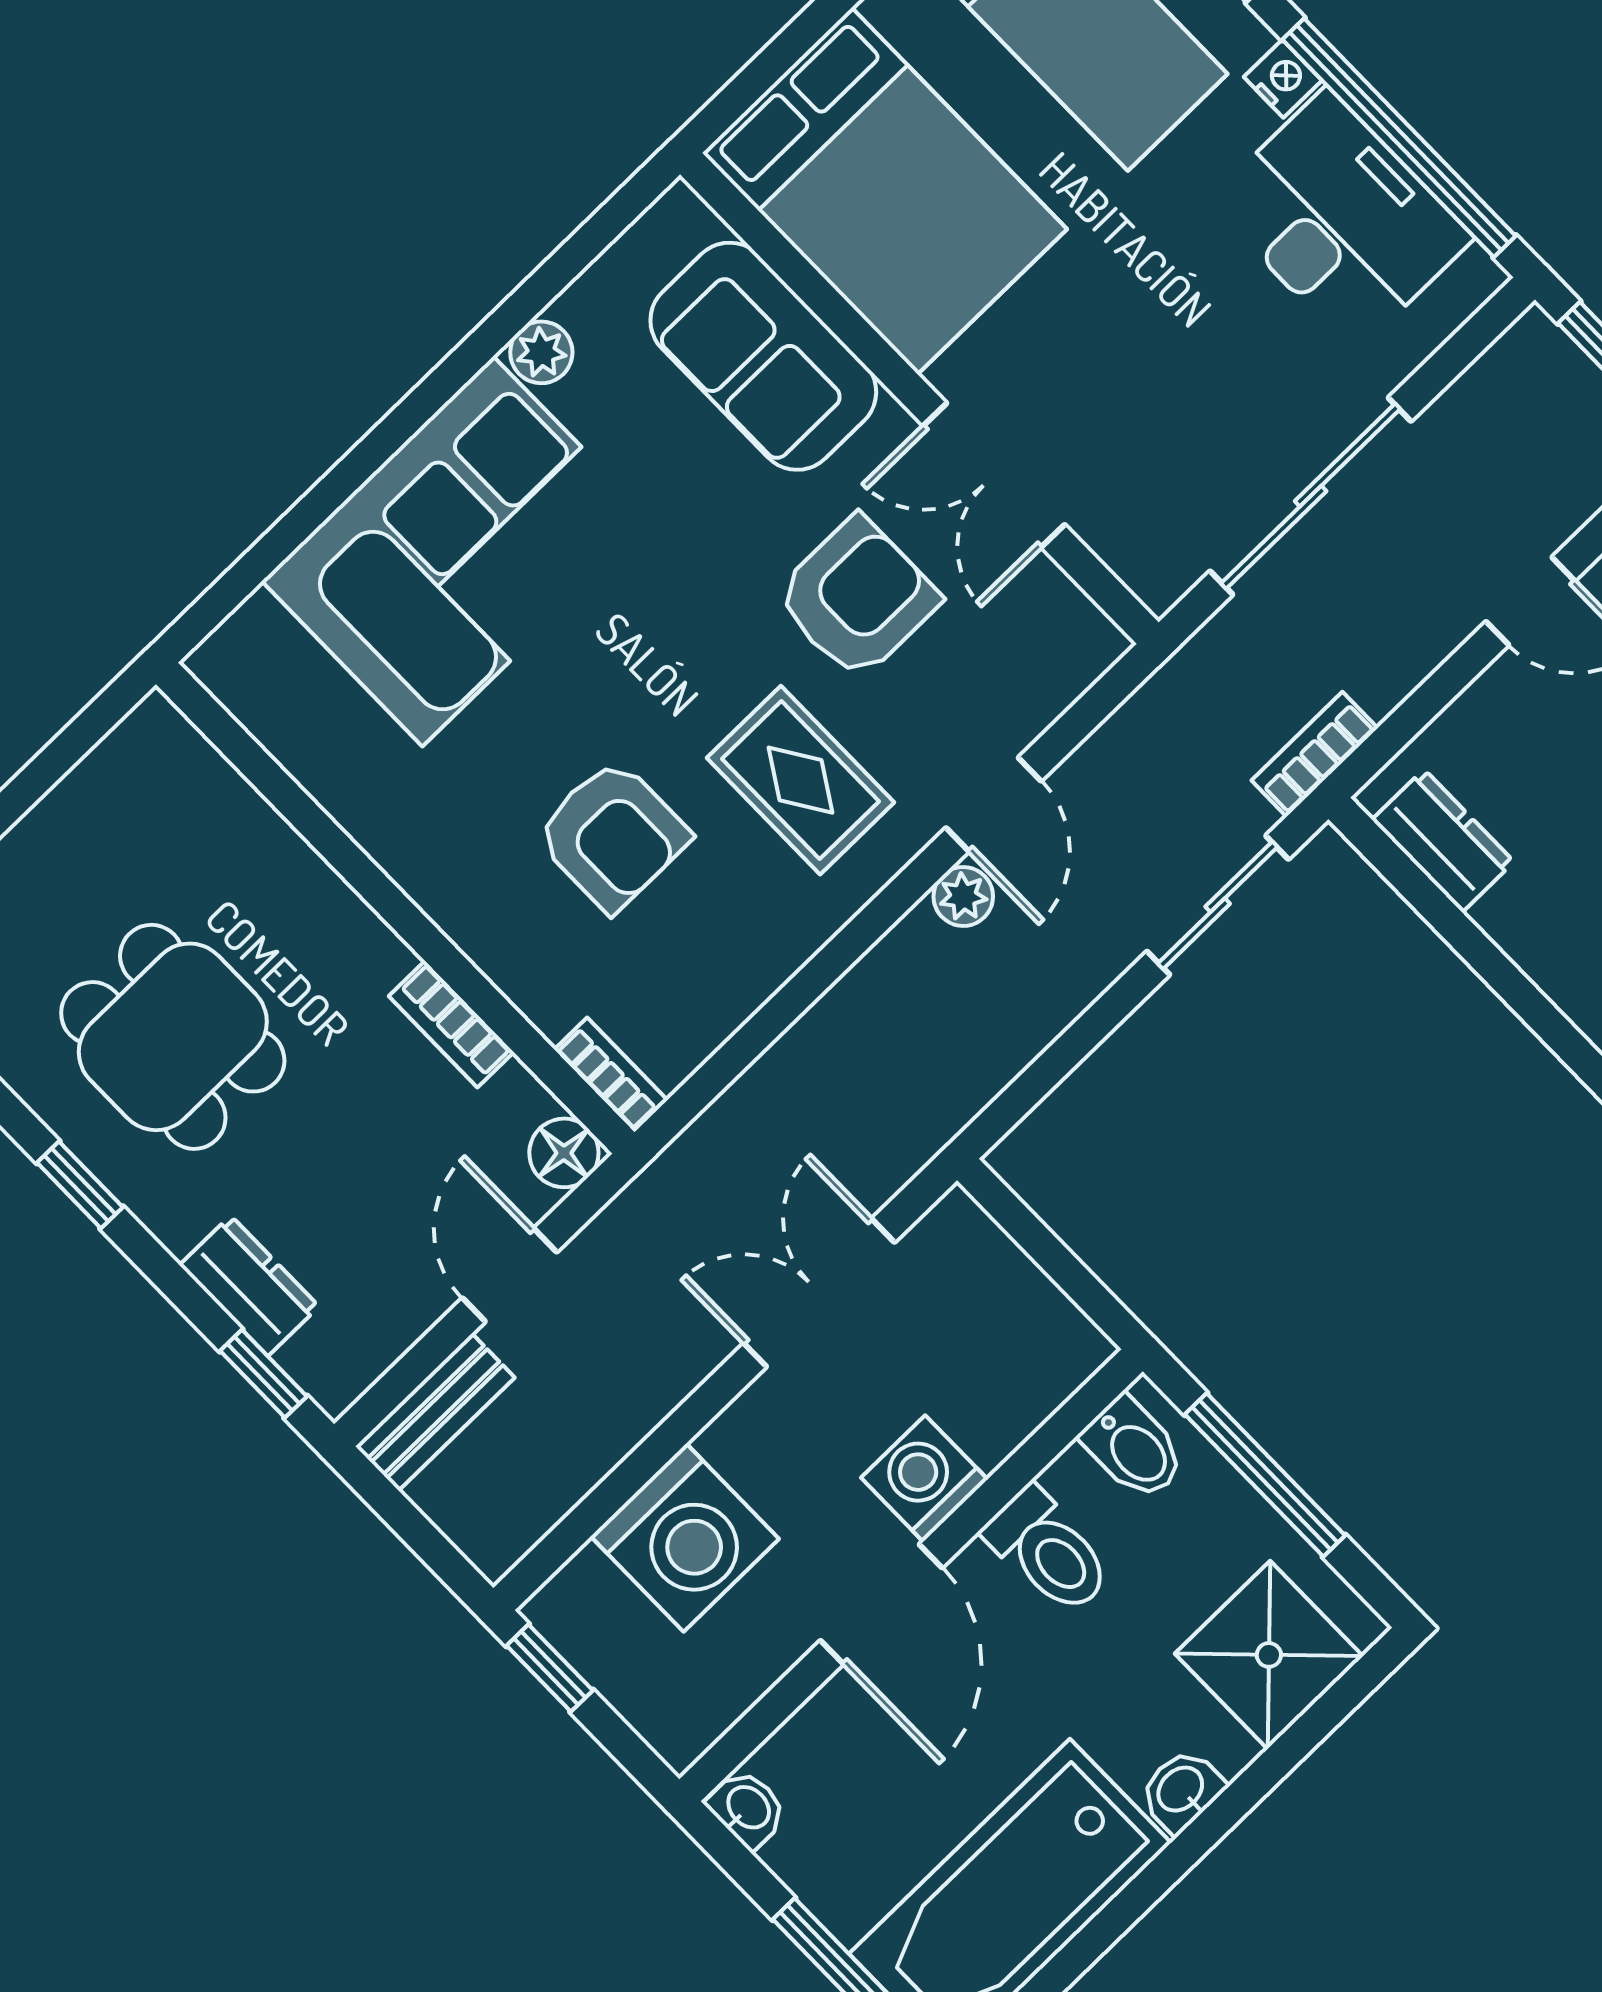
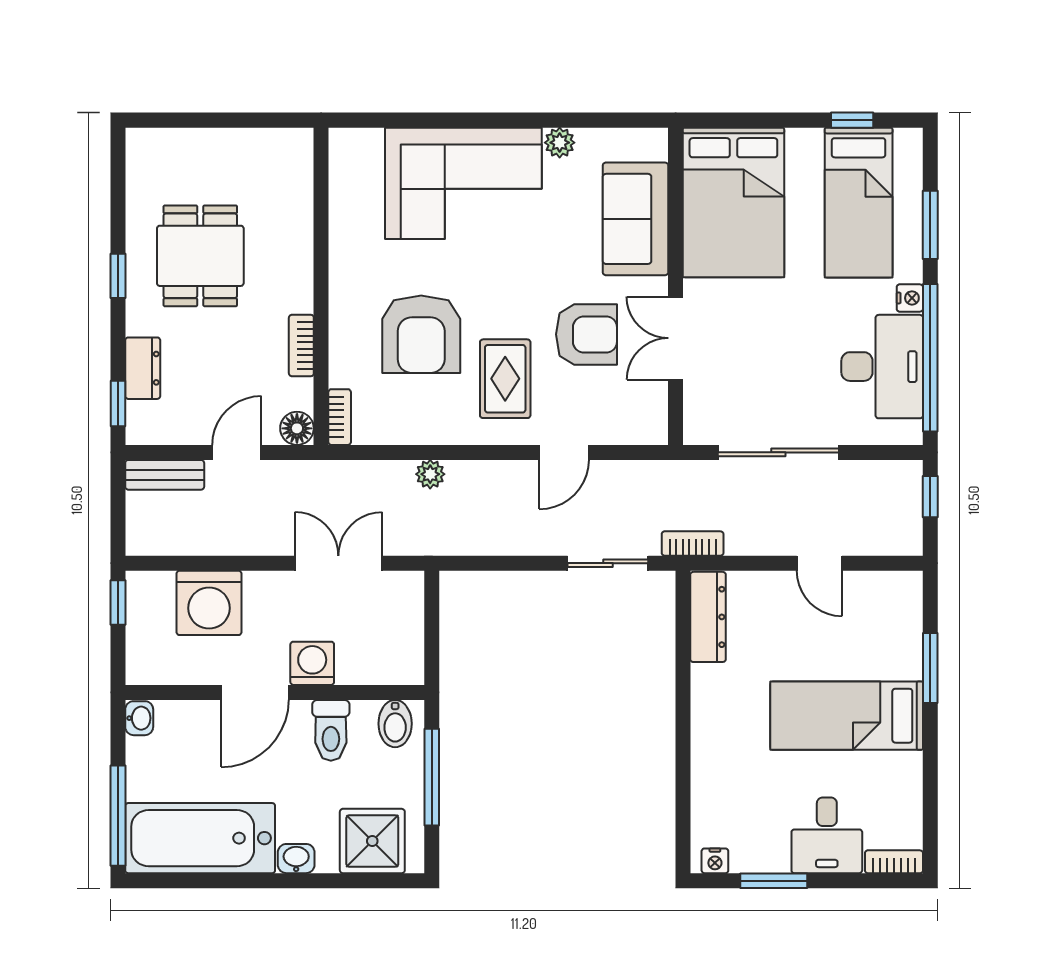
armchair: (612, 835) -> (421, 334), width x1.36, depth x1.36
dresser: (1443, 841) -> (708, 617), width x1.44
plant: (963, 896) -> (430, 474), moved

